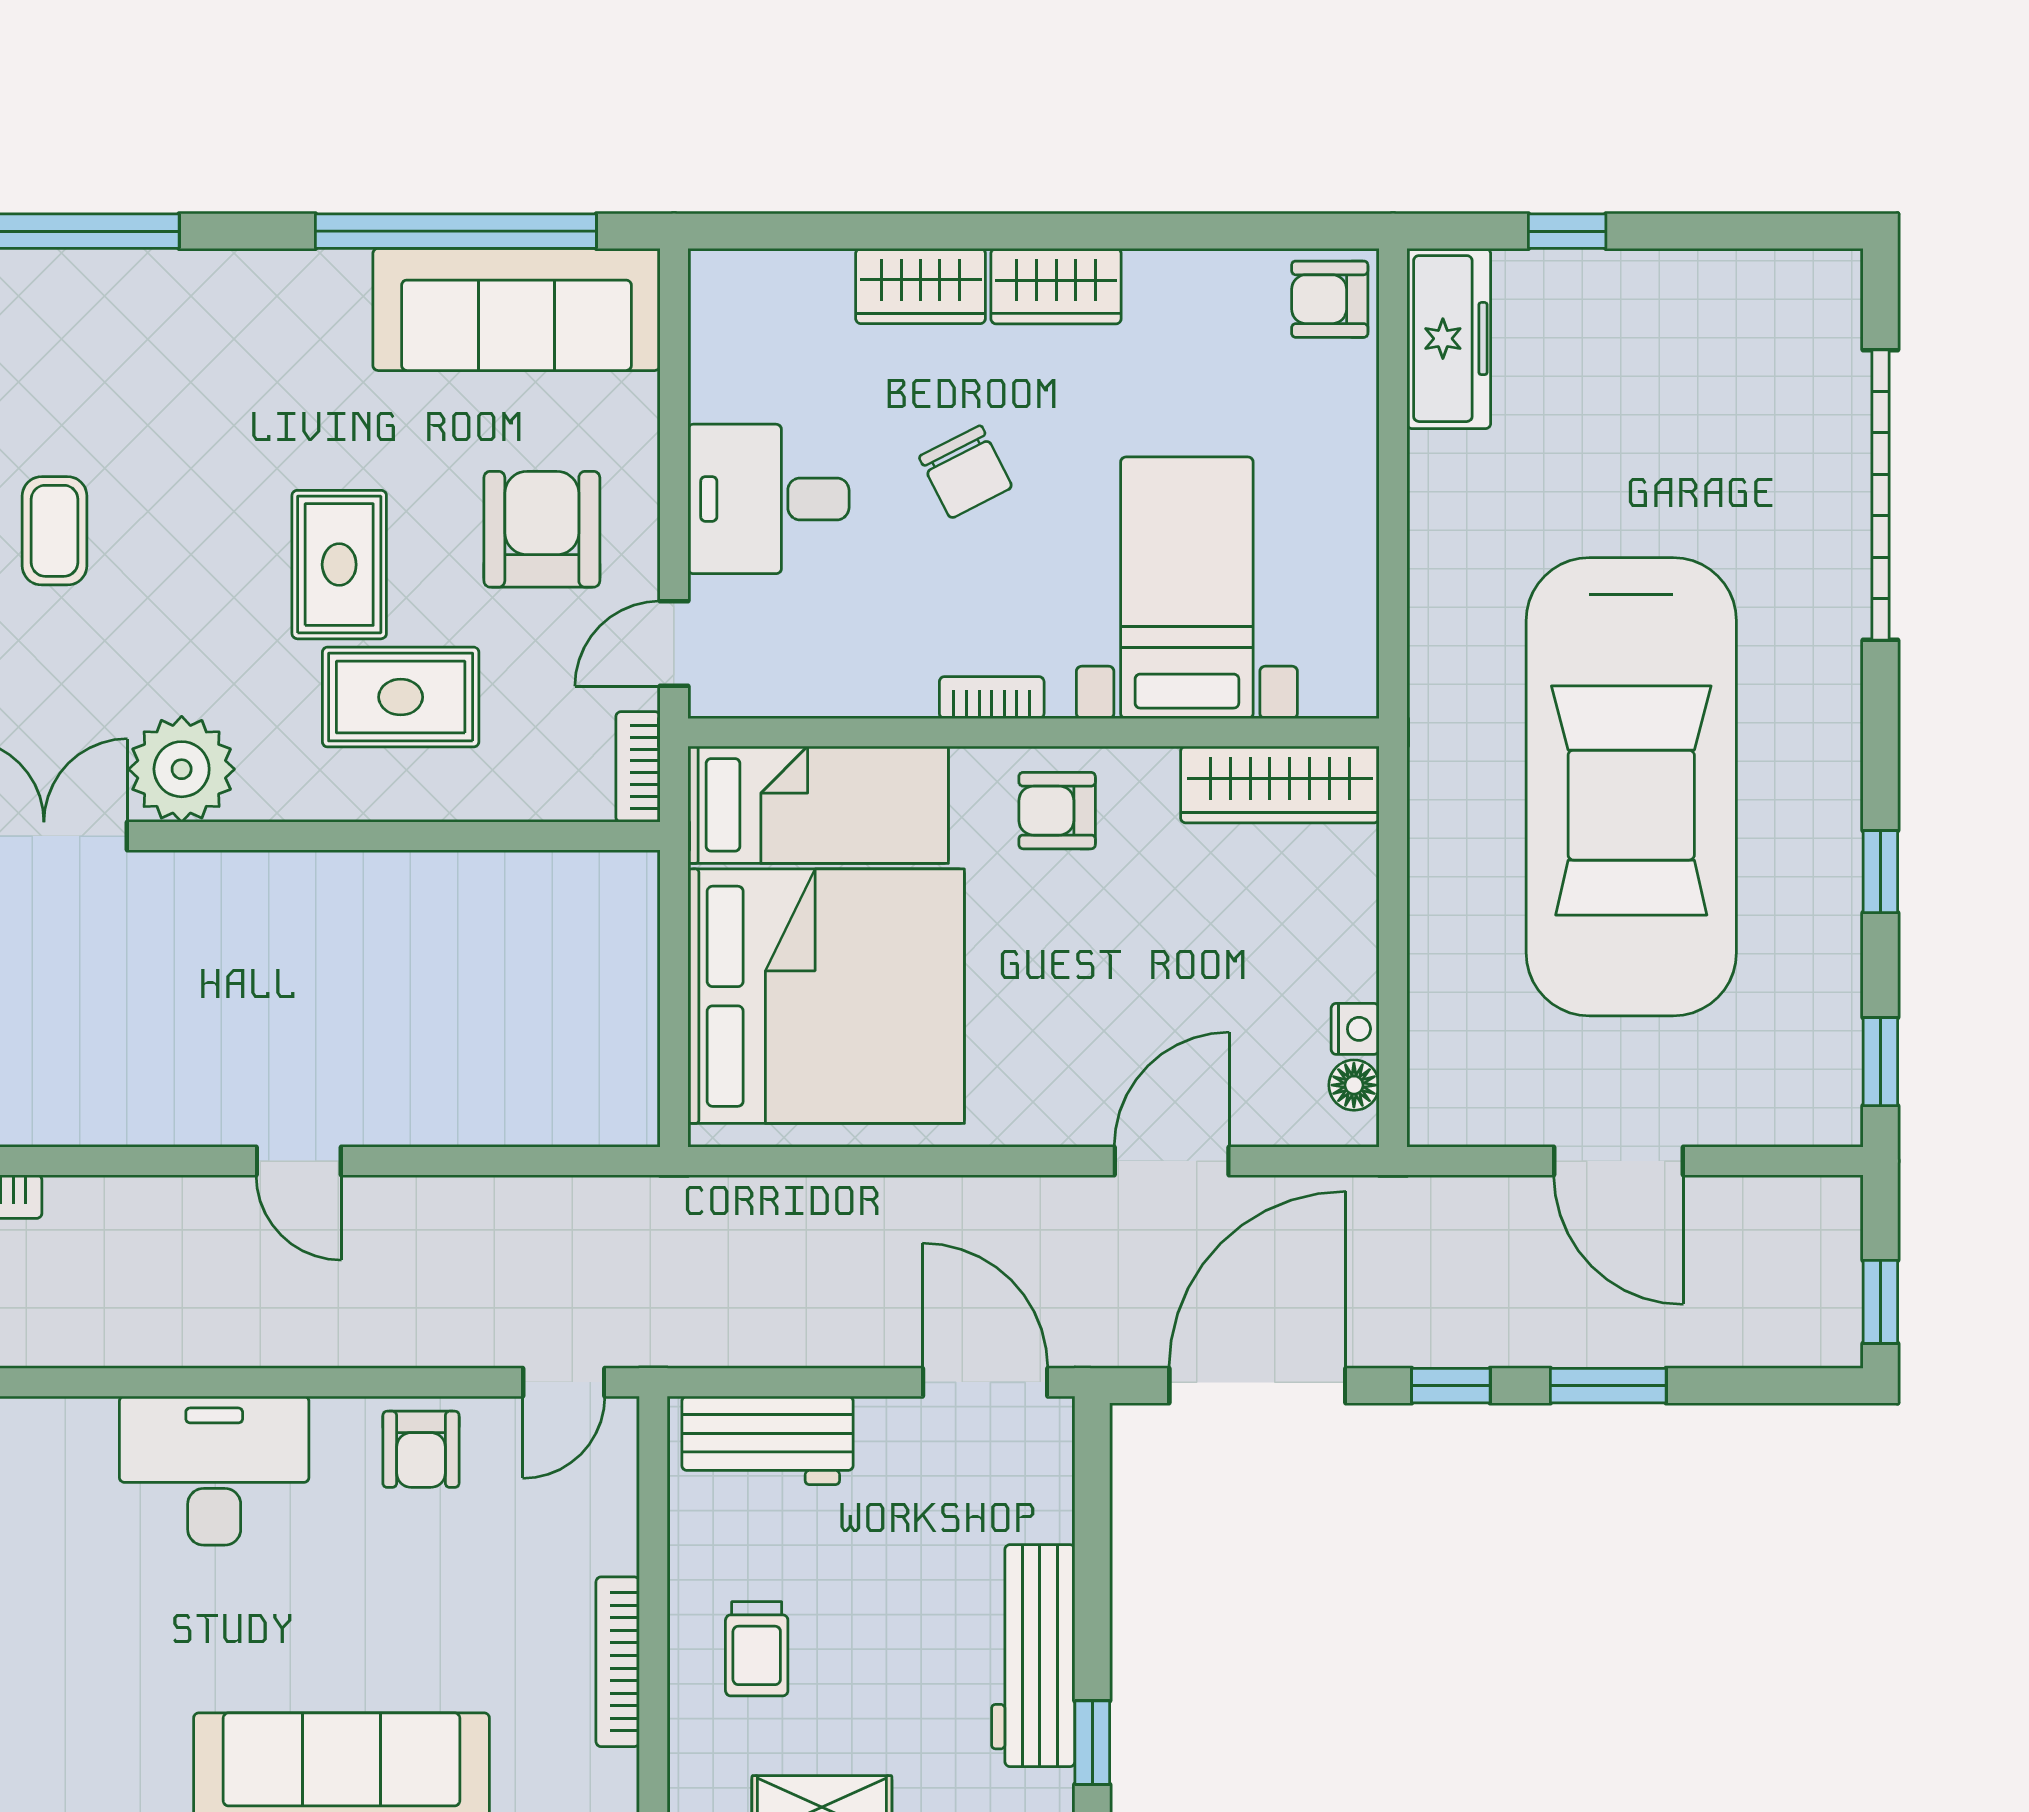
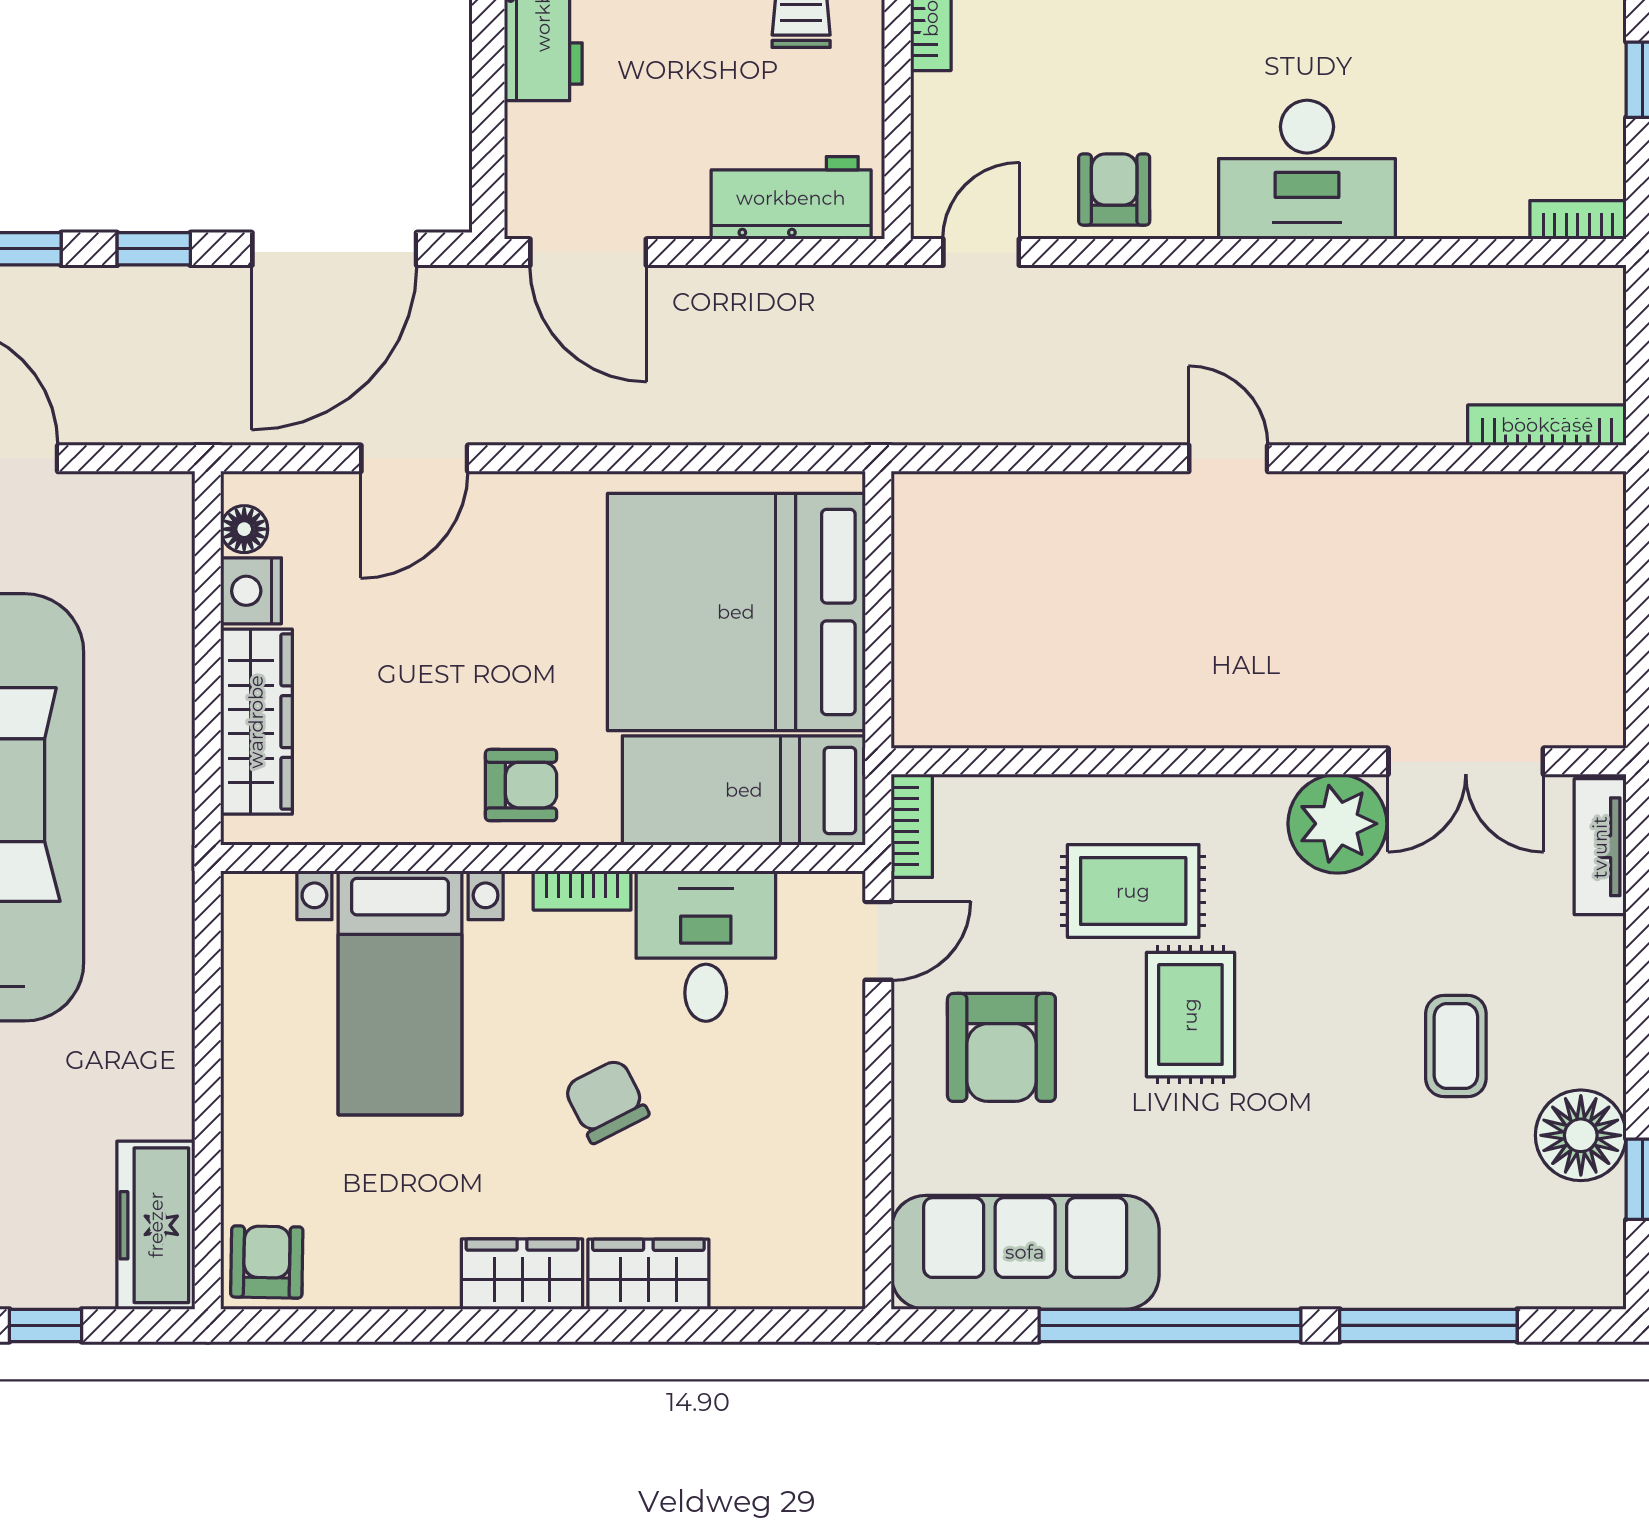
window: (456, 231) -> (1170, 1325), moved
armchair: (1330, 299) -> (267, 1262), turned -89
desk: (768, 499) -> (706, 946), moved, turned -90
wardrobe: (1280, 785) -> (256, 722), moved, turned 90
nightstand: (1355, 1029) -> (251, 591), width x1.39, depth x1.35

